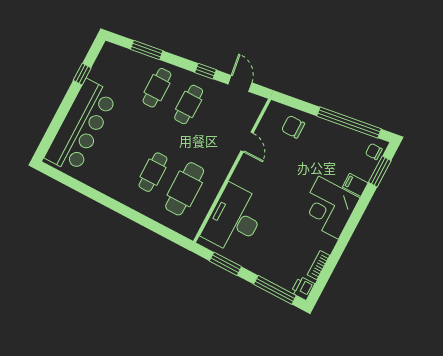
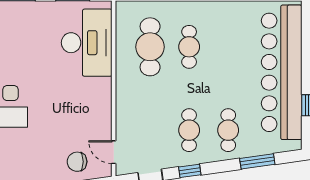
bar counter: (81, 126) -> (282, 72), width x1.36
chair: (293, 127) -> (77, 162), turned 180
door: (247, 142) -> (114, 152), moved

